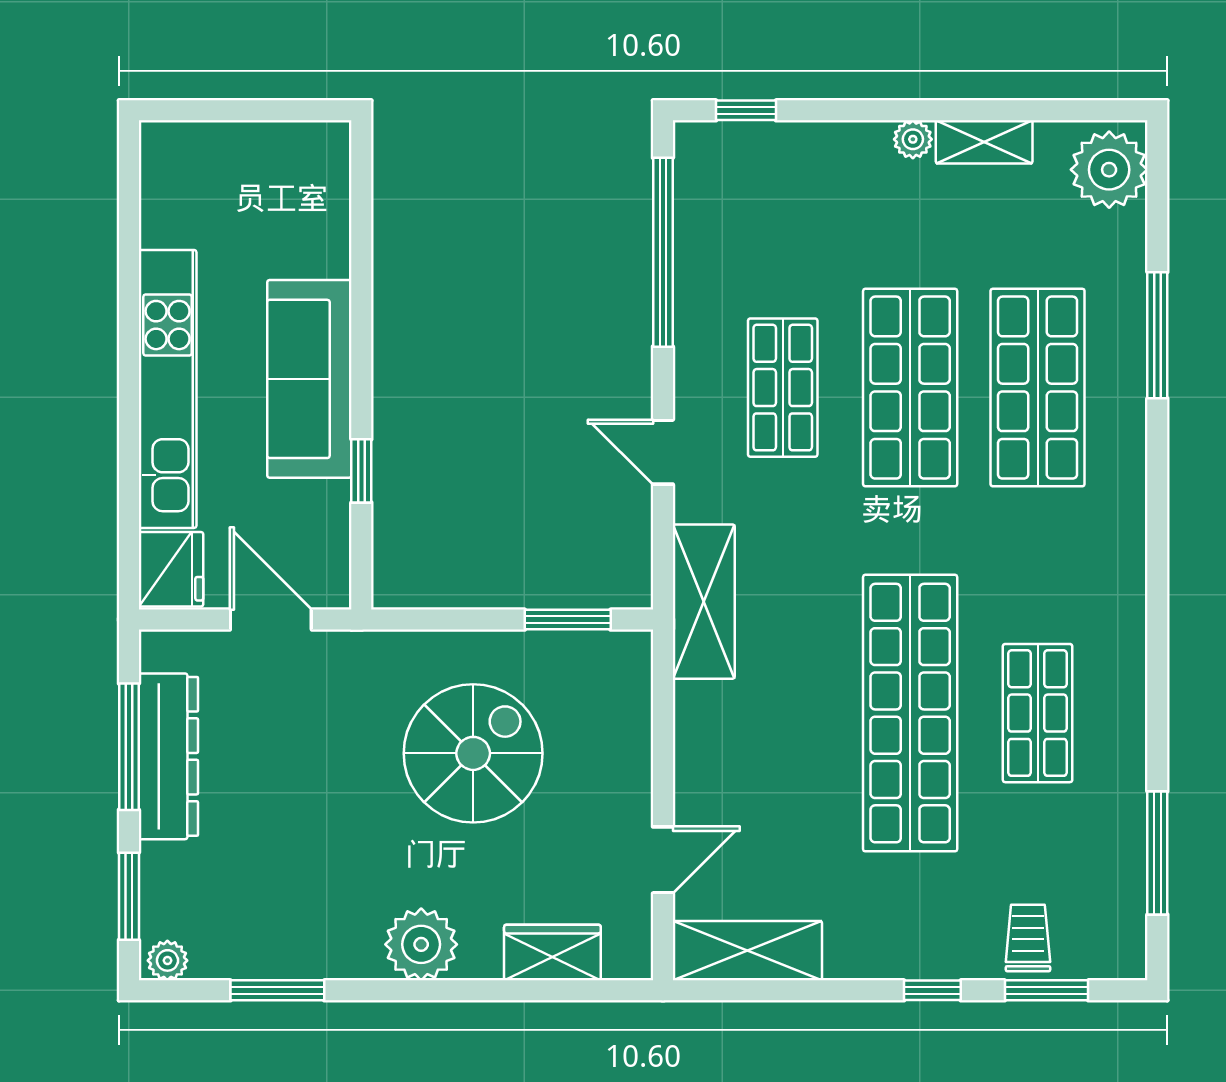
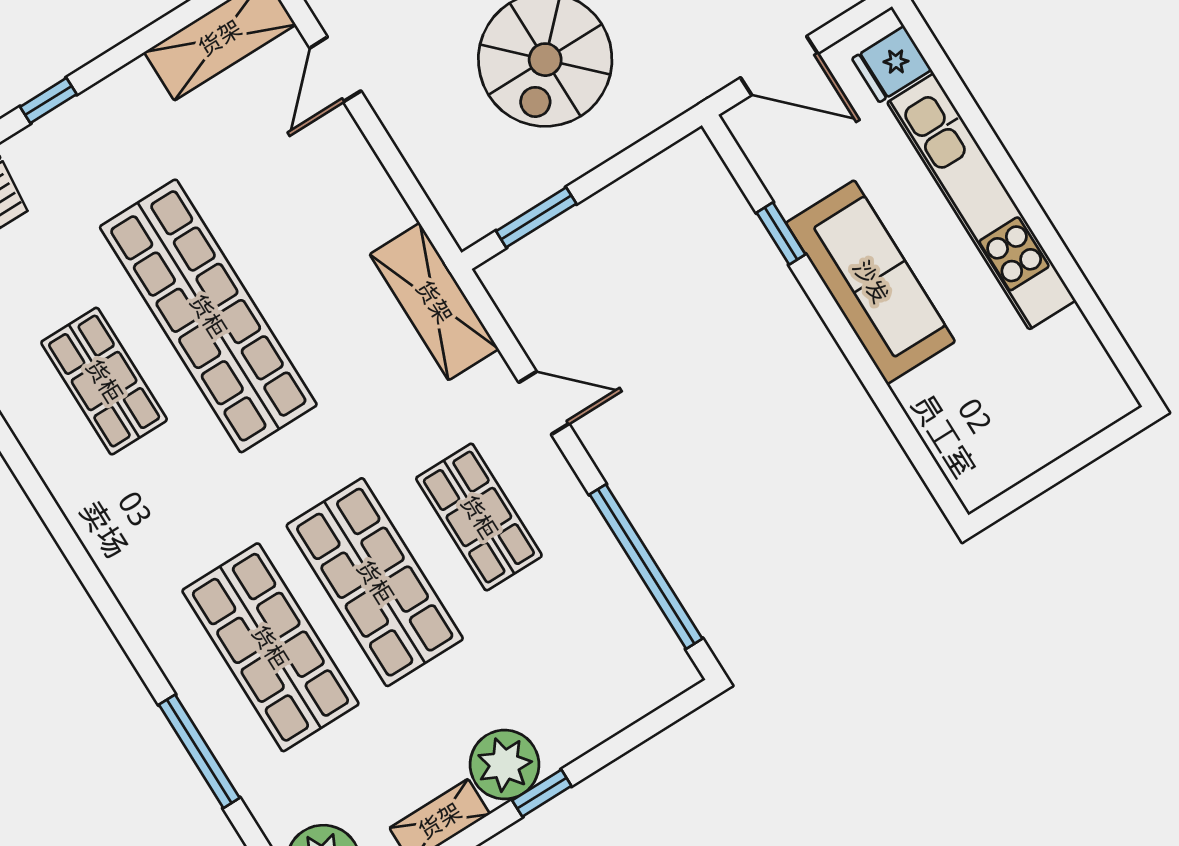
window: (746, 110) -> (542, 793), moved
plant: (913, 139) -> (504, 765), width x1.87, depth x1.87
fridge: (171, 569) -> (892, 64), width x0.72

